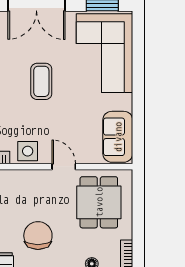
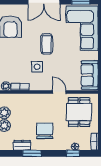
side table: (28, 151) -> (37, 67), moved

